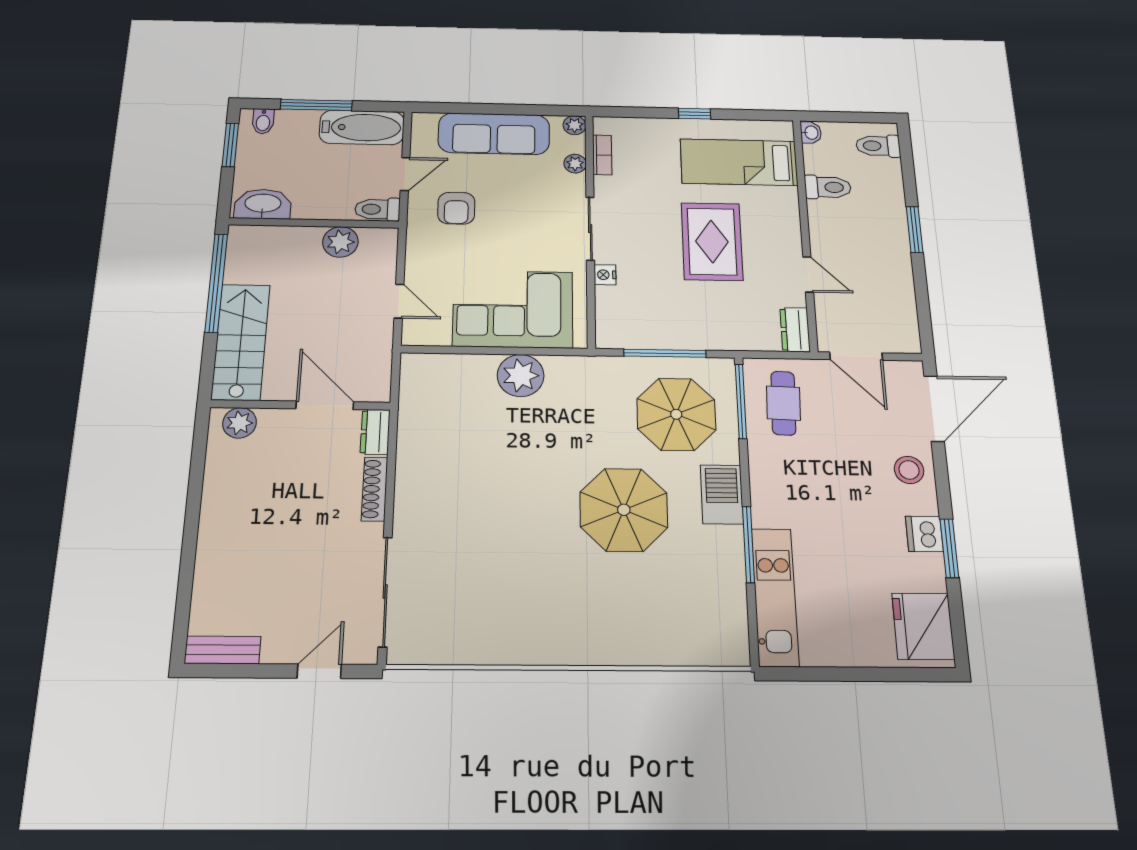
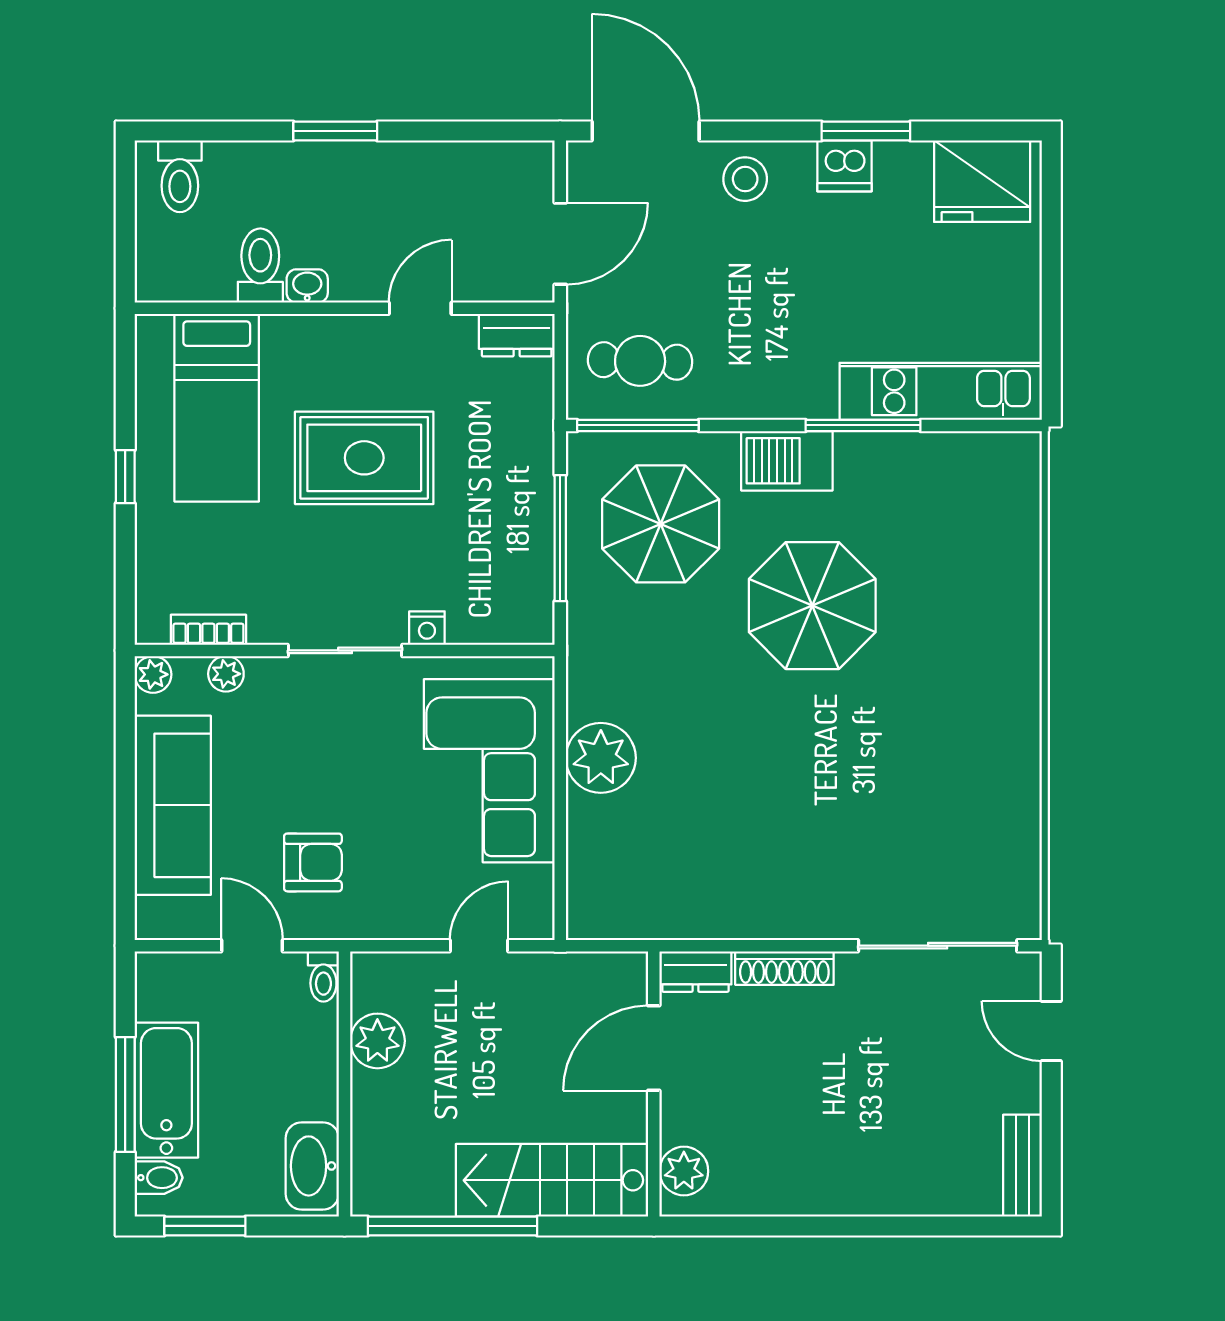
bathtub: (362, 127) -> (166, 1090), moved
washbasin: (811, 133) -> (307, 286), moved
toilet: (378, 209) -> (323, 977), width x0.73, depth x0.72

